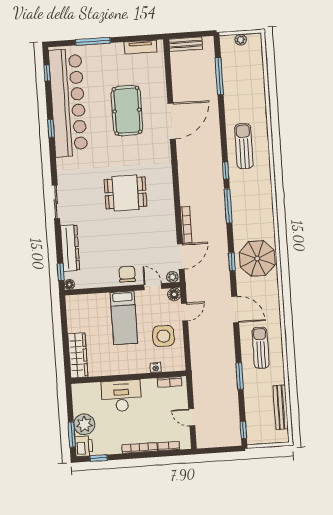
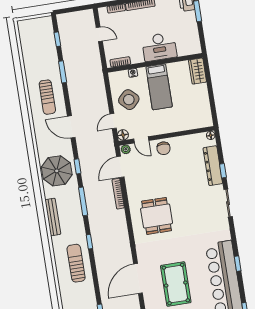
sun lounger: (244, 146) -> (76, 263), turned 180
dining table: (126, 193) -> (157, 216), moved, turned 90
window: (228, 206) -> (83, 201), moved
window: (61, 272) -> (223, 171), moved
bed: (124, 318) -> (159, 87), moved, turned 180
side table: (163, 336) -> (129, 100), turned 45
wardrobe: (78, 355) -> (197, 71), width x0.67
bench: (281, 407) -> (53, 217), moved
plant: (84, 424) -> (188, 20), removed
window: (243, 430) -> (57, 39), moved

